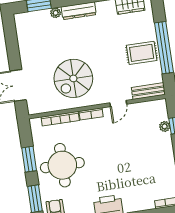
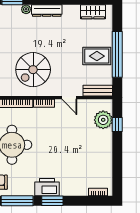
door: (118, 104) -> (69, 98), hinge flipped
plant: (165, 126) -> (103, 120), width x1.88, depth x1.88

